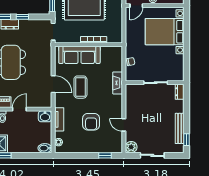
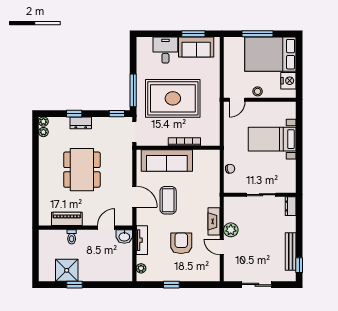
window: (22, 17) -> (117, 114), moved
bed with nightstands: (165, 32) -> (272, 139), width x0.73
fireplace: (118, 83) -> (214, 221), moved
door: (19, 109) -> (106, 228), moved
armchair: (91, 122) -> (181, 243), turned 180
plant: (131, 147) -> (231, 230), moved
bidet: (45, 148) -> (124, 276), removed
window: (105, 155) -> (171, 285), moved

